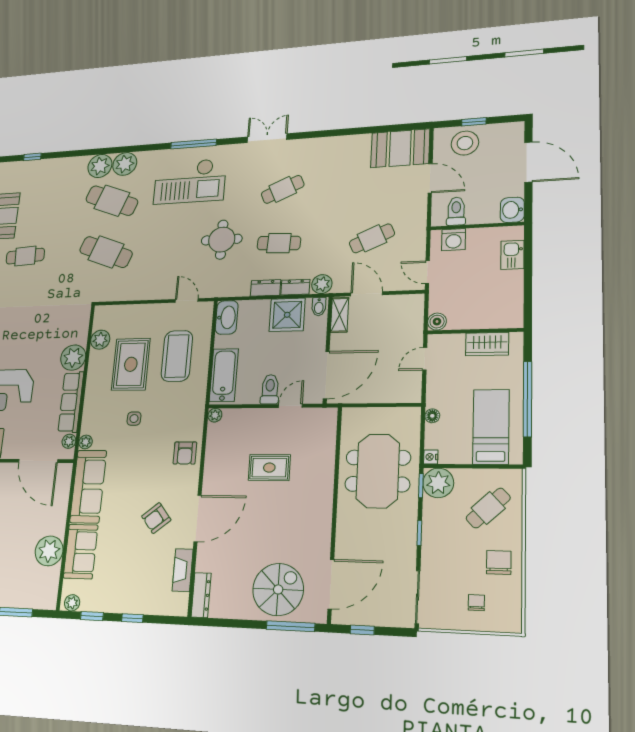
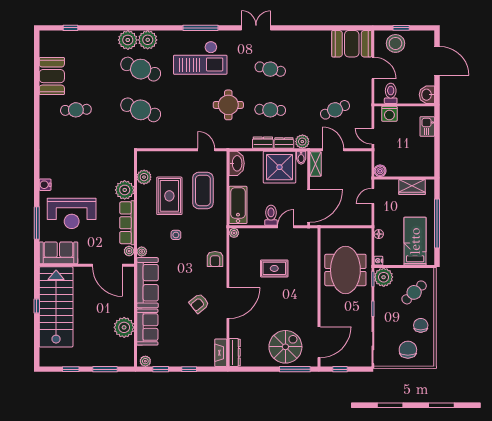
cafe table: (283, 189) -> (270, 69), turned 36
shower: (287, 315) -> (279, 167), width x1.37, depth x1.37
fireplace: (183, 570) -> (221, 353), moved
chair: (476, 603) -> (408, 350), width x1.87, depth x1.87

